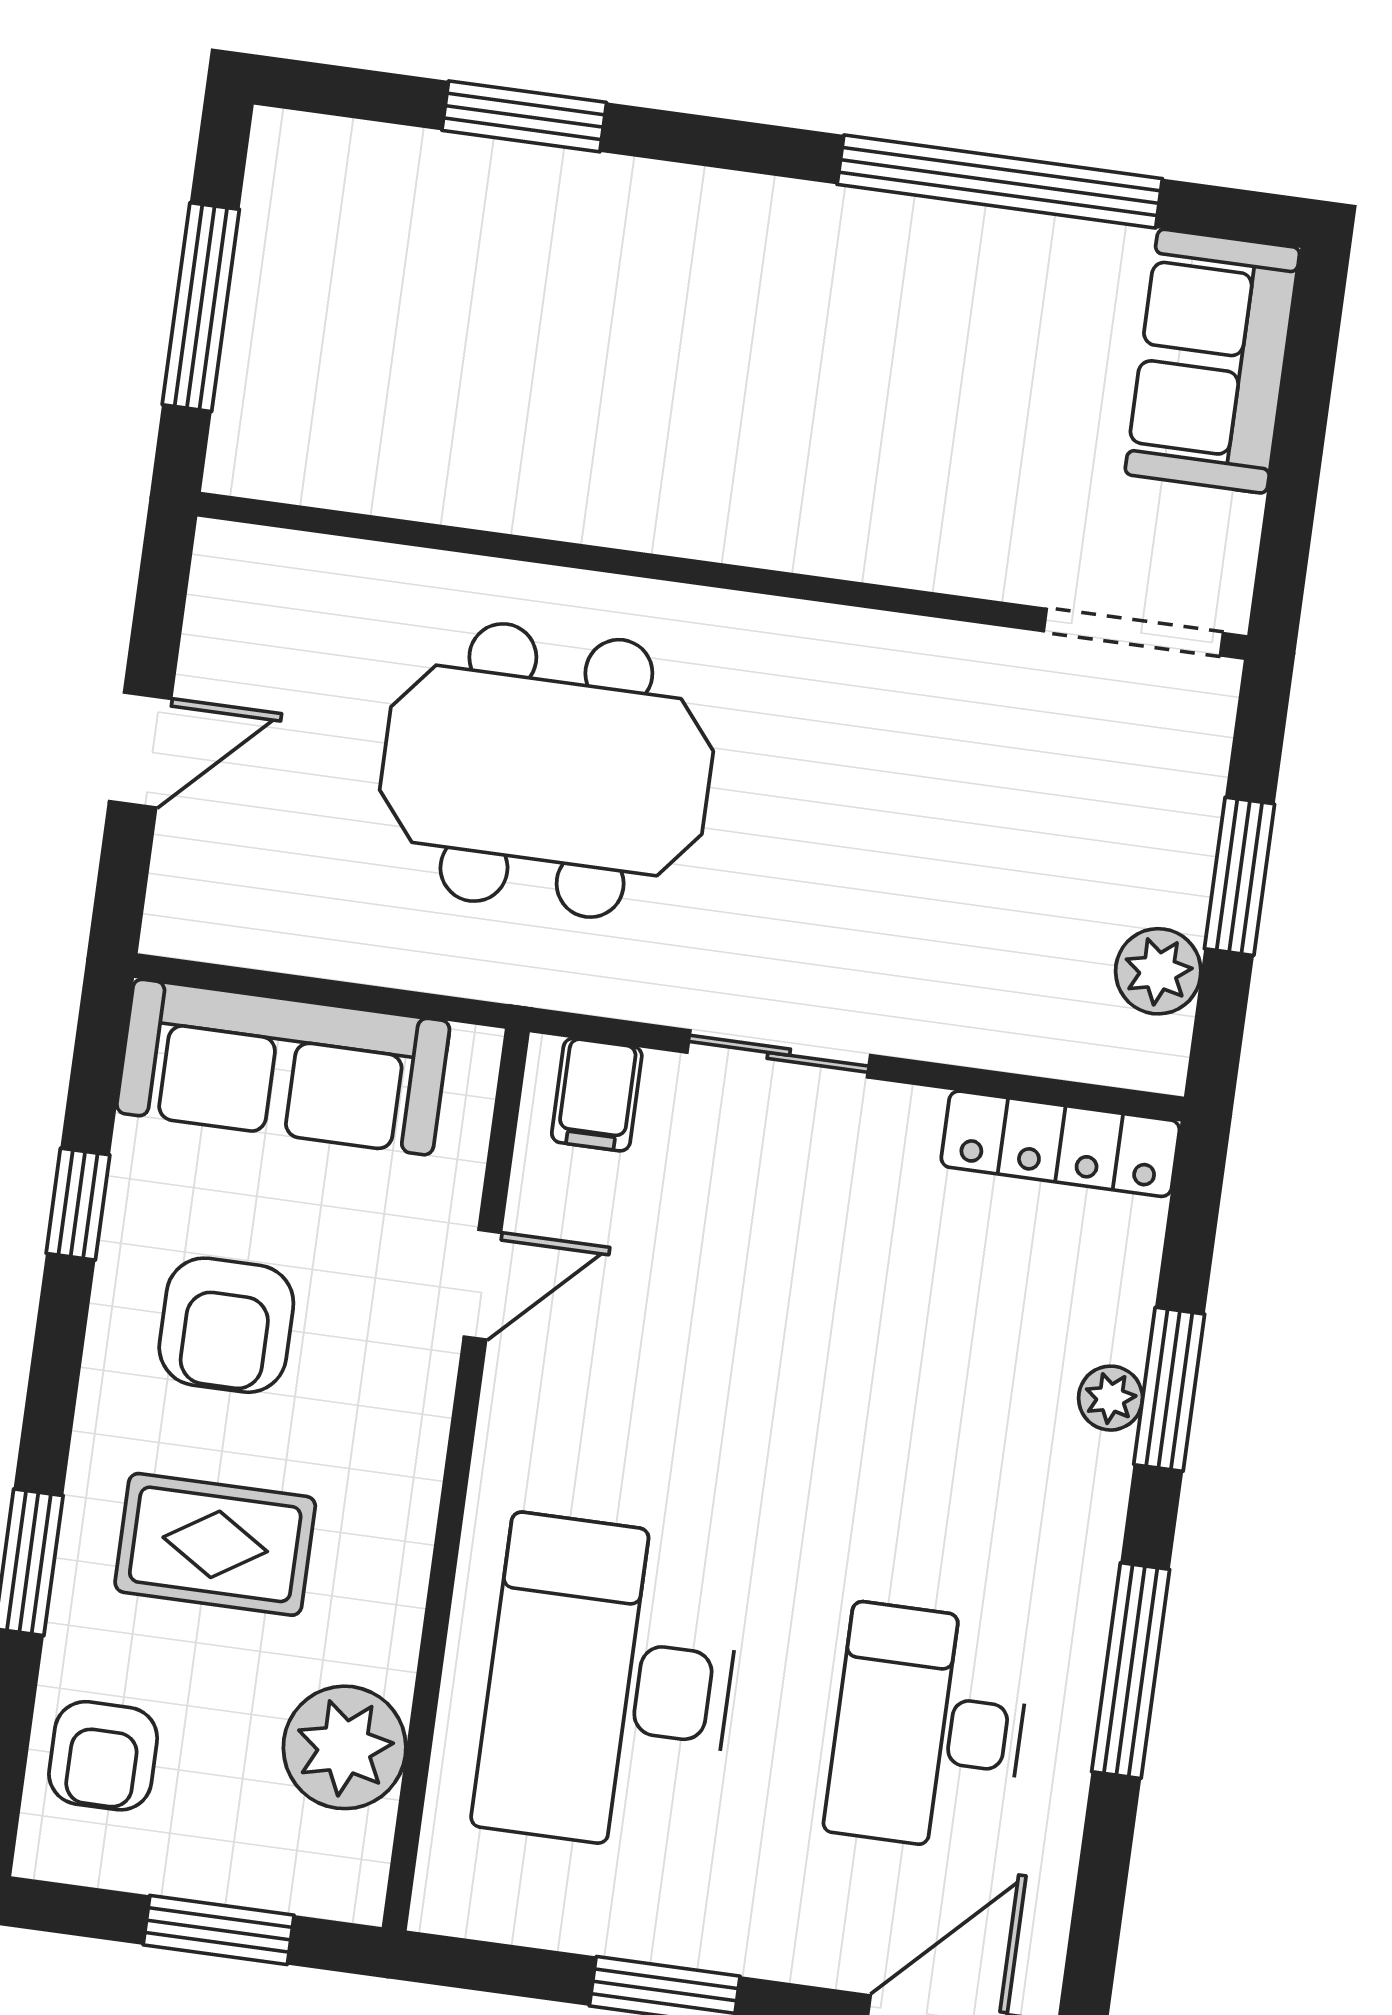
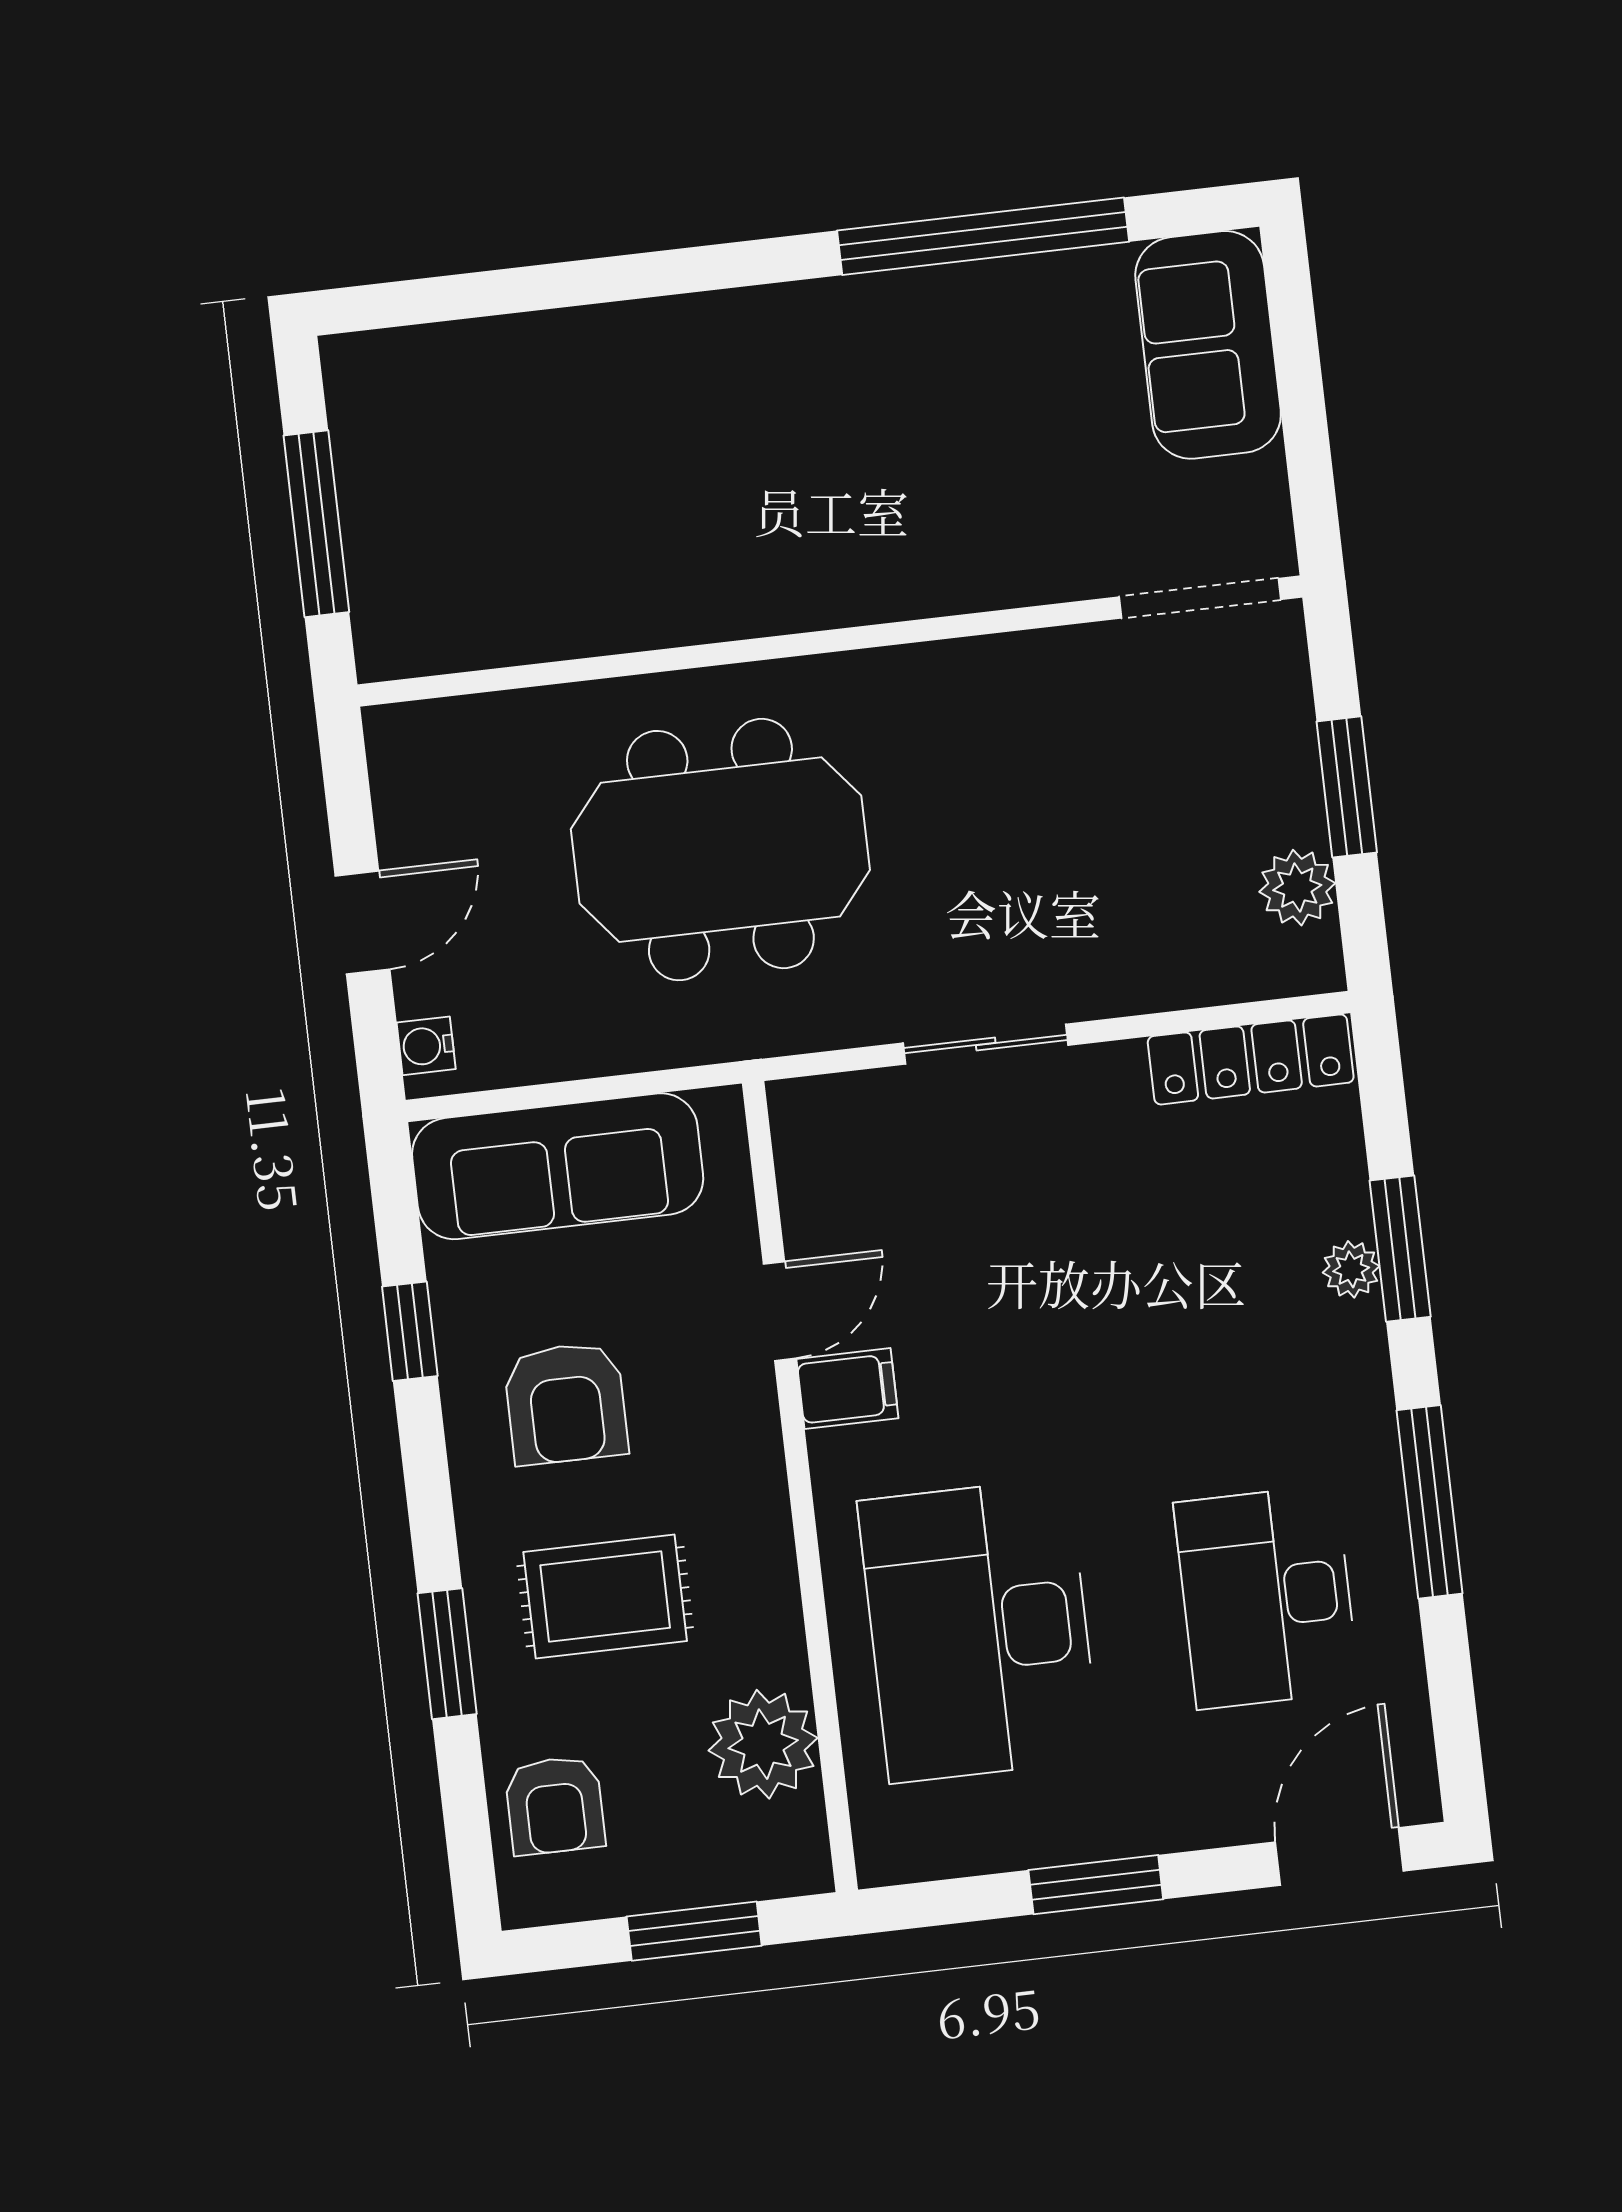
window: (524, 116) -> (555, 286), removed
water cooler: (175, 901) -> (426, 1046), added
filing cabinet: (597, 1095) -> (847, 1389), moved, turned -90

